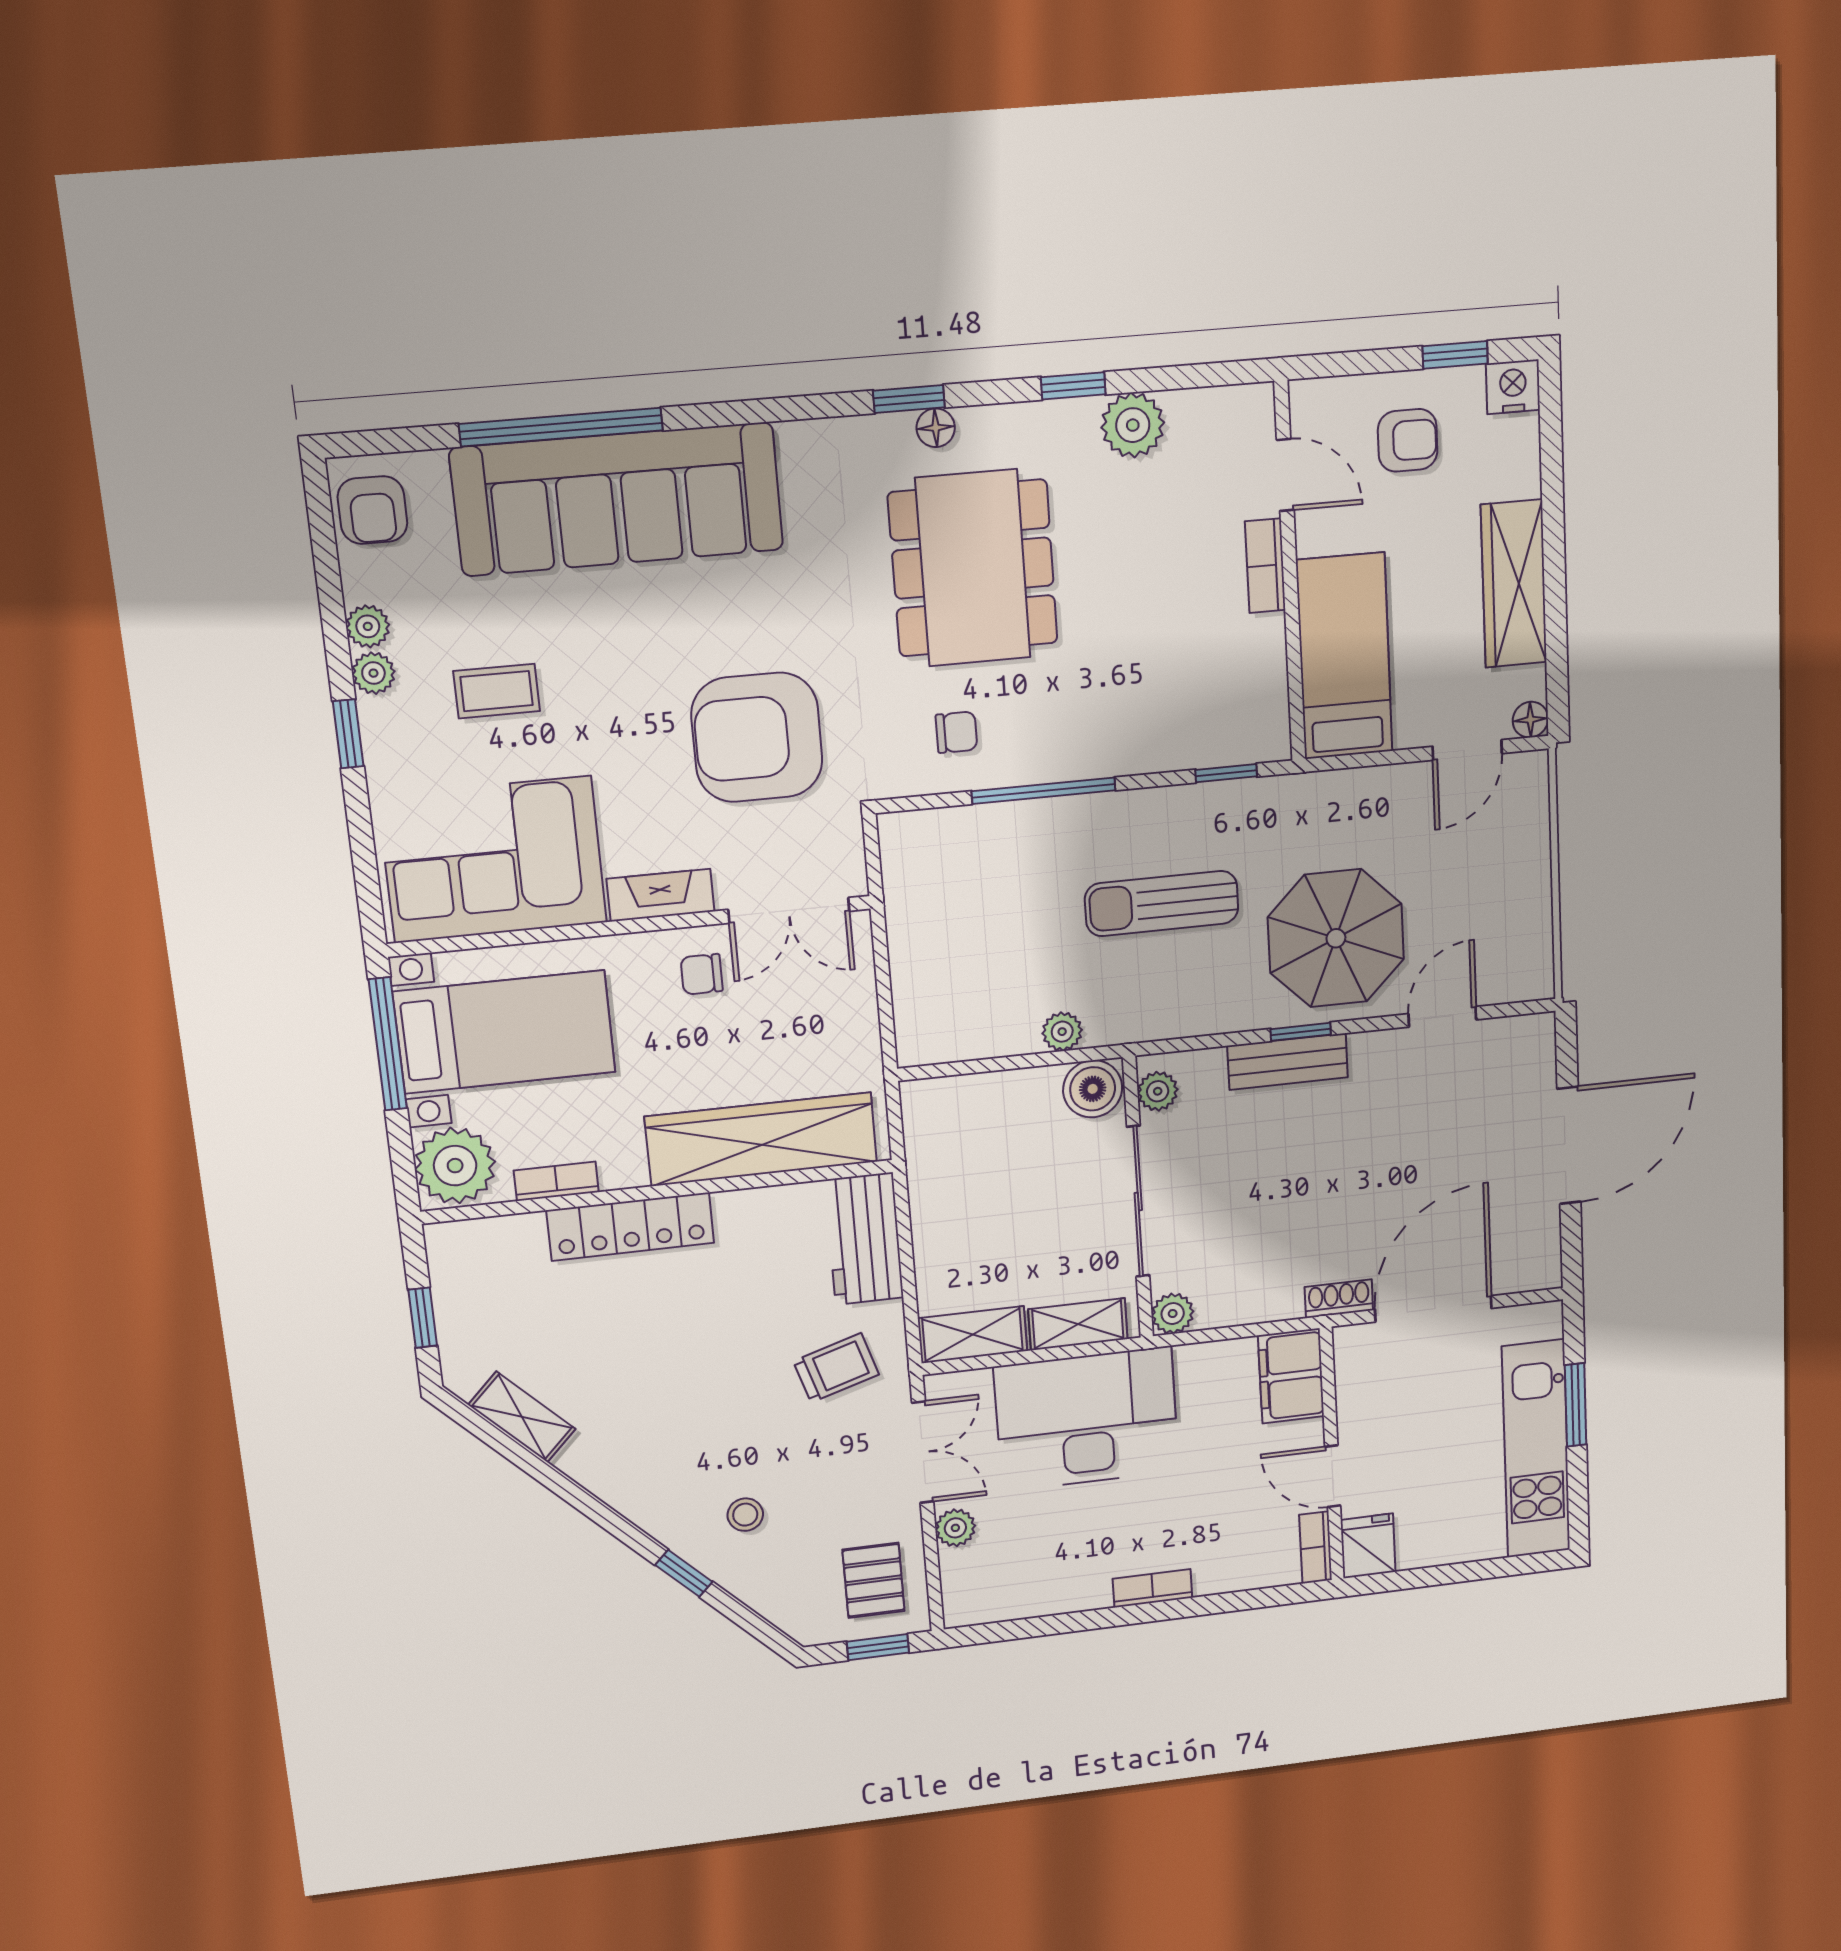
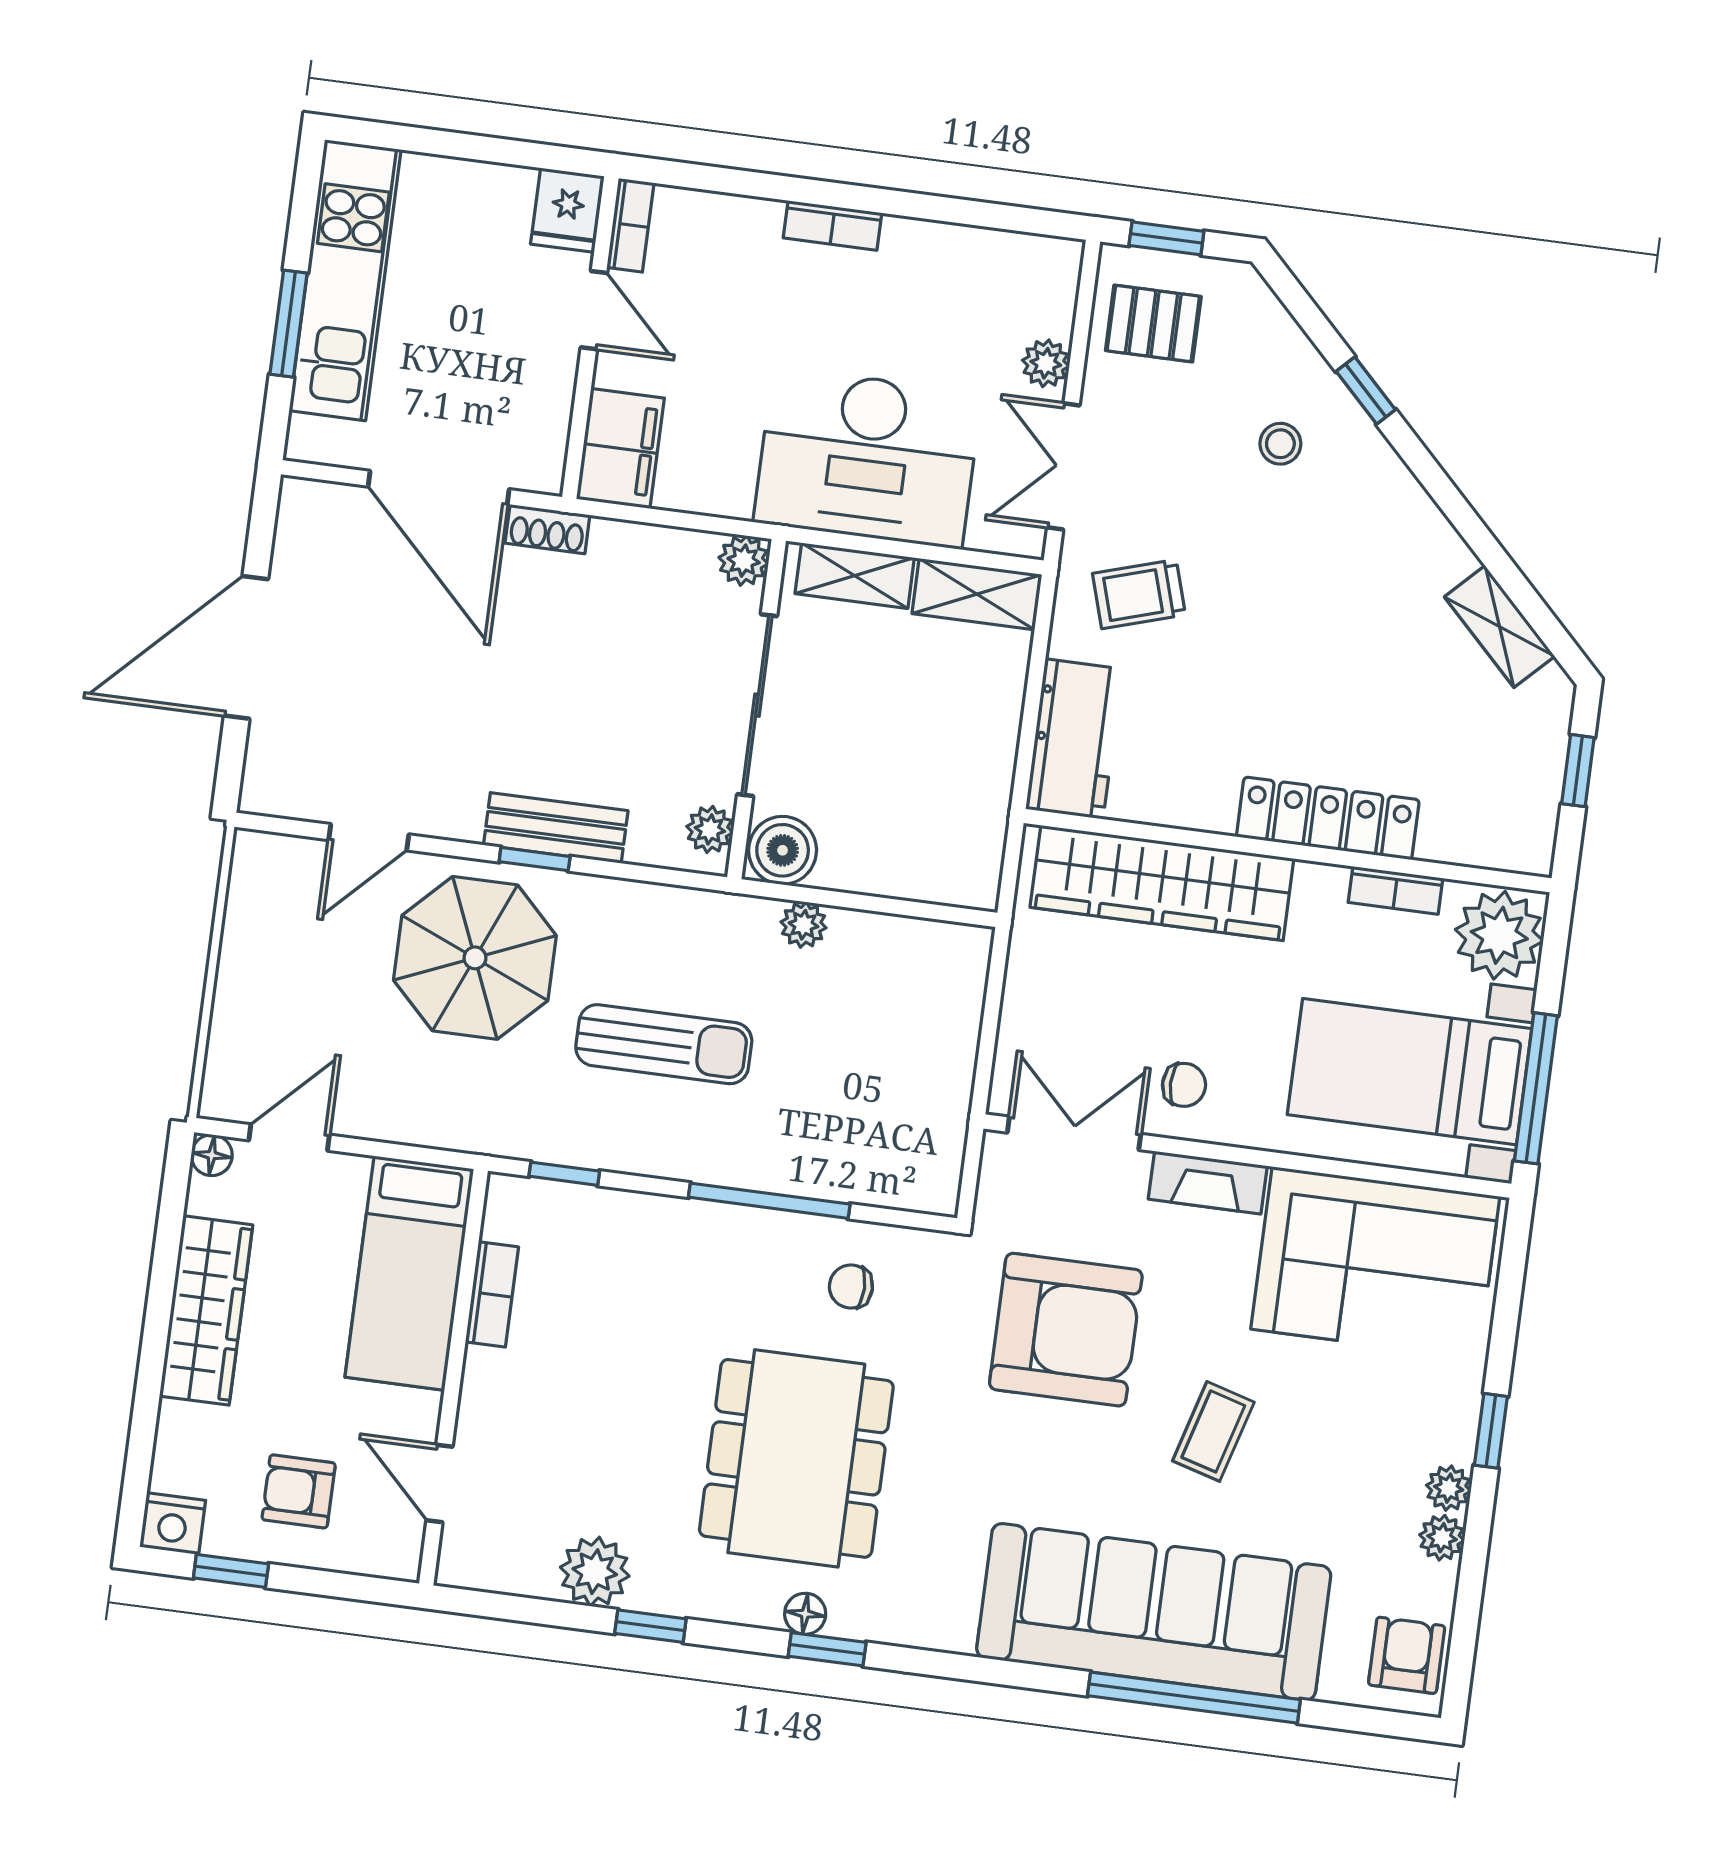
bookcase: (1265, 566) -> (492, 1294), moved
coffee table: (497, 691) -> (1213, 1431), moved, turned -74
door: (1433, 1309) -> (439, 488), hinge flipped
pallet: (874, 1580) -> (1153, 324), turned 90

